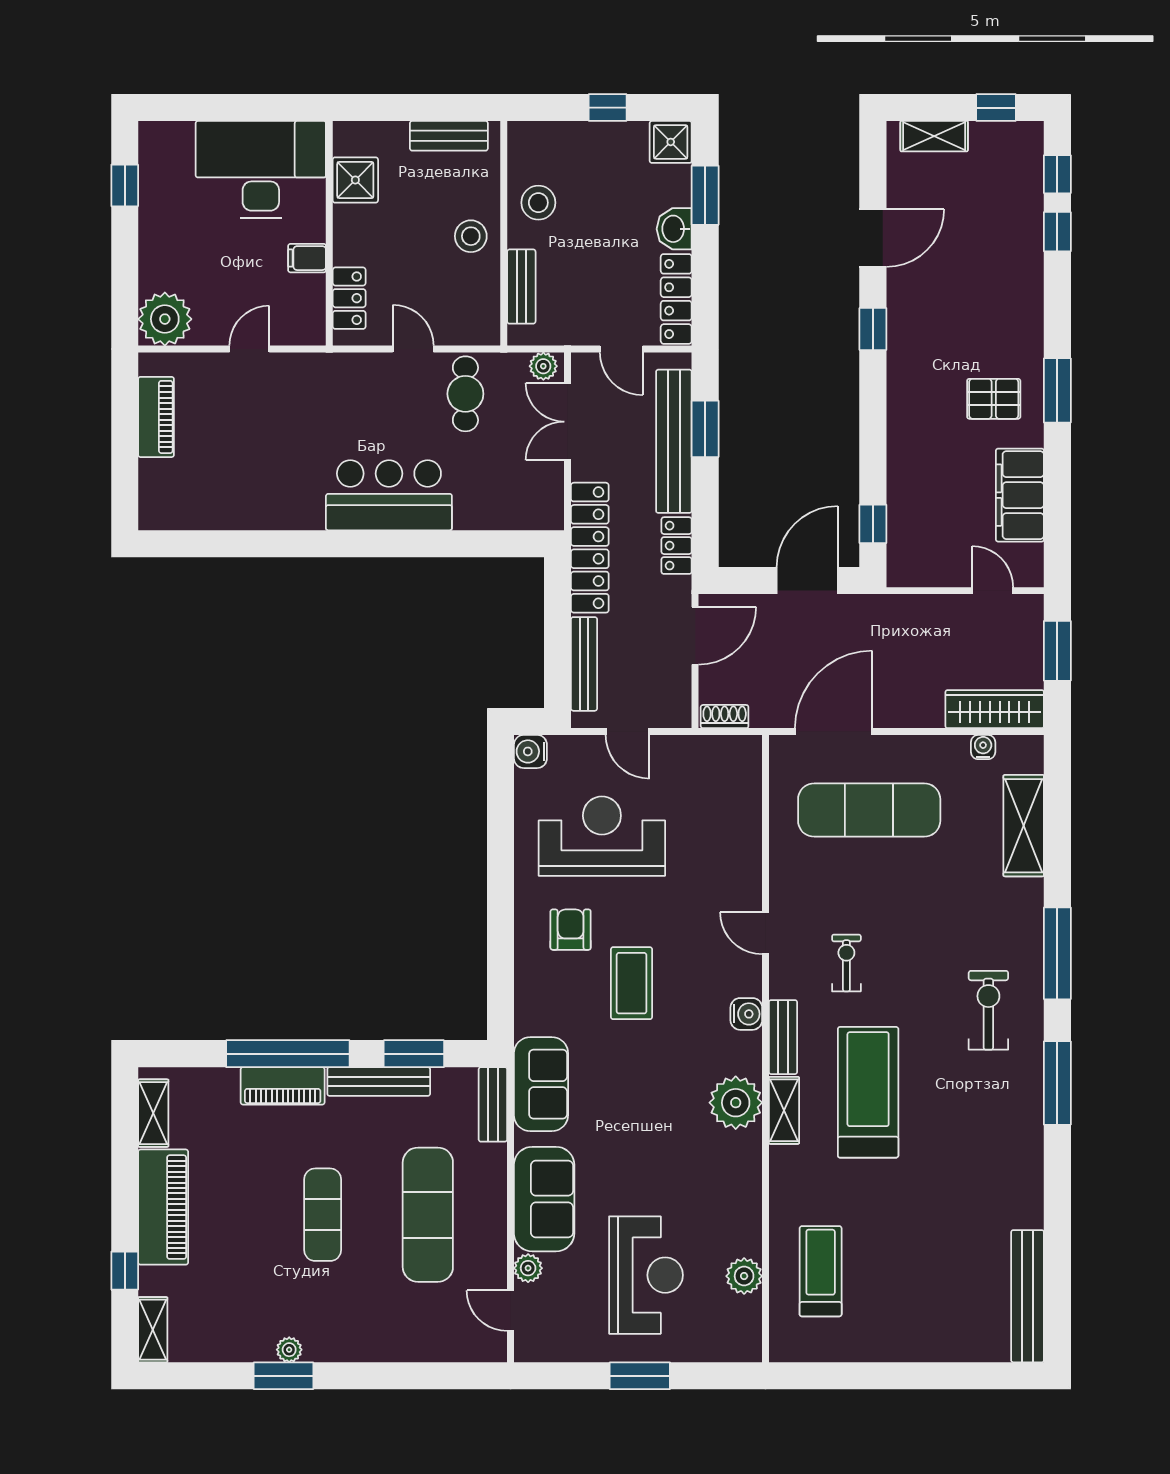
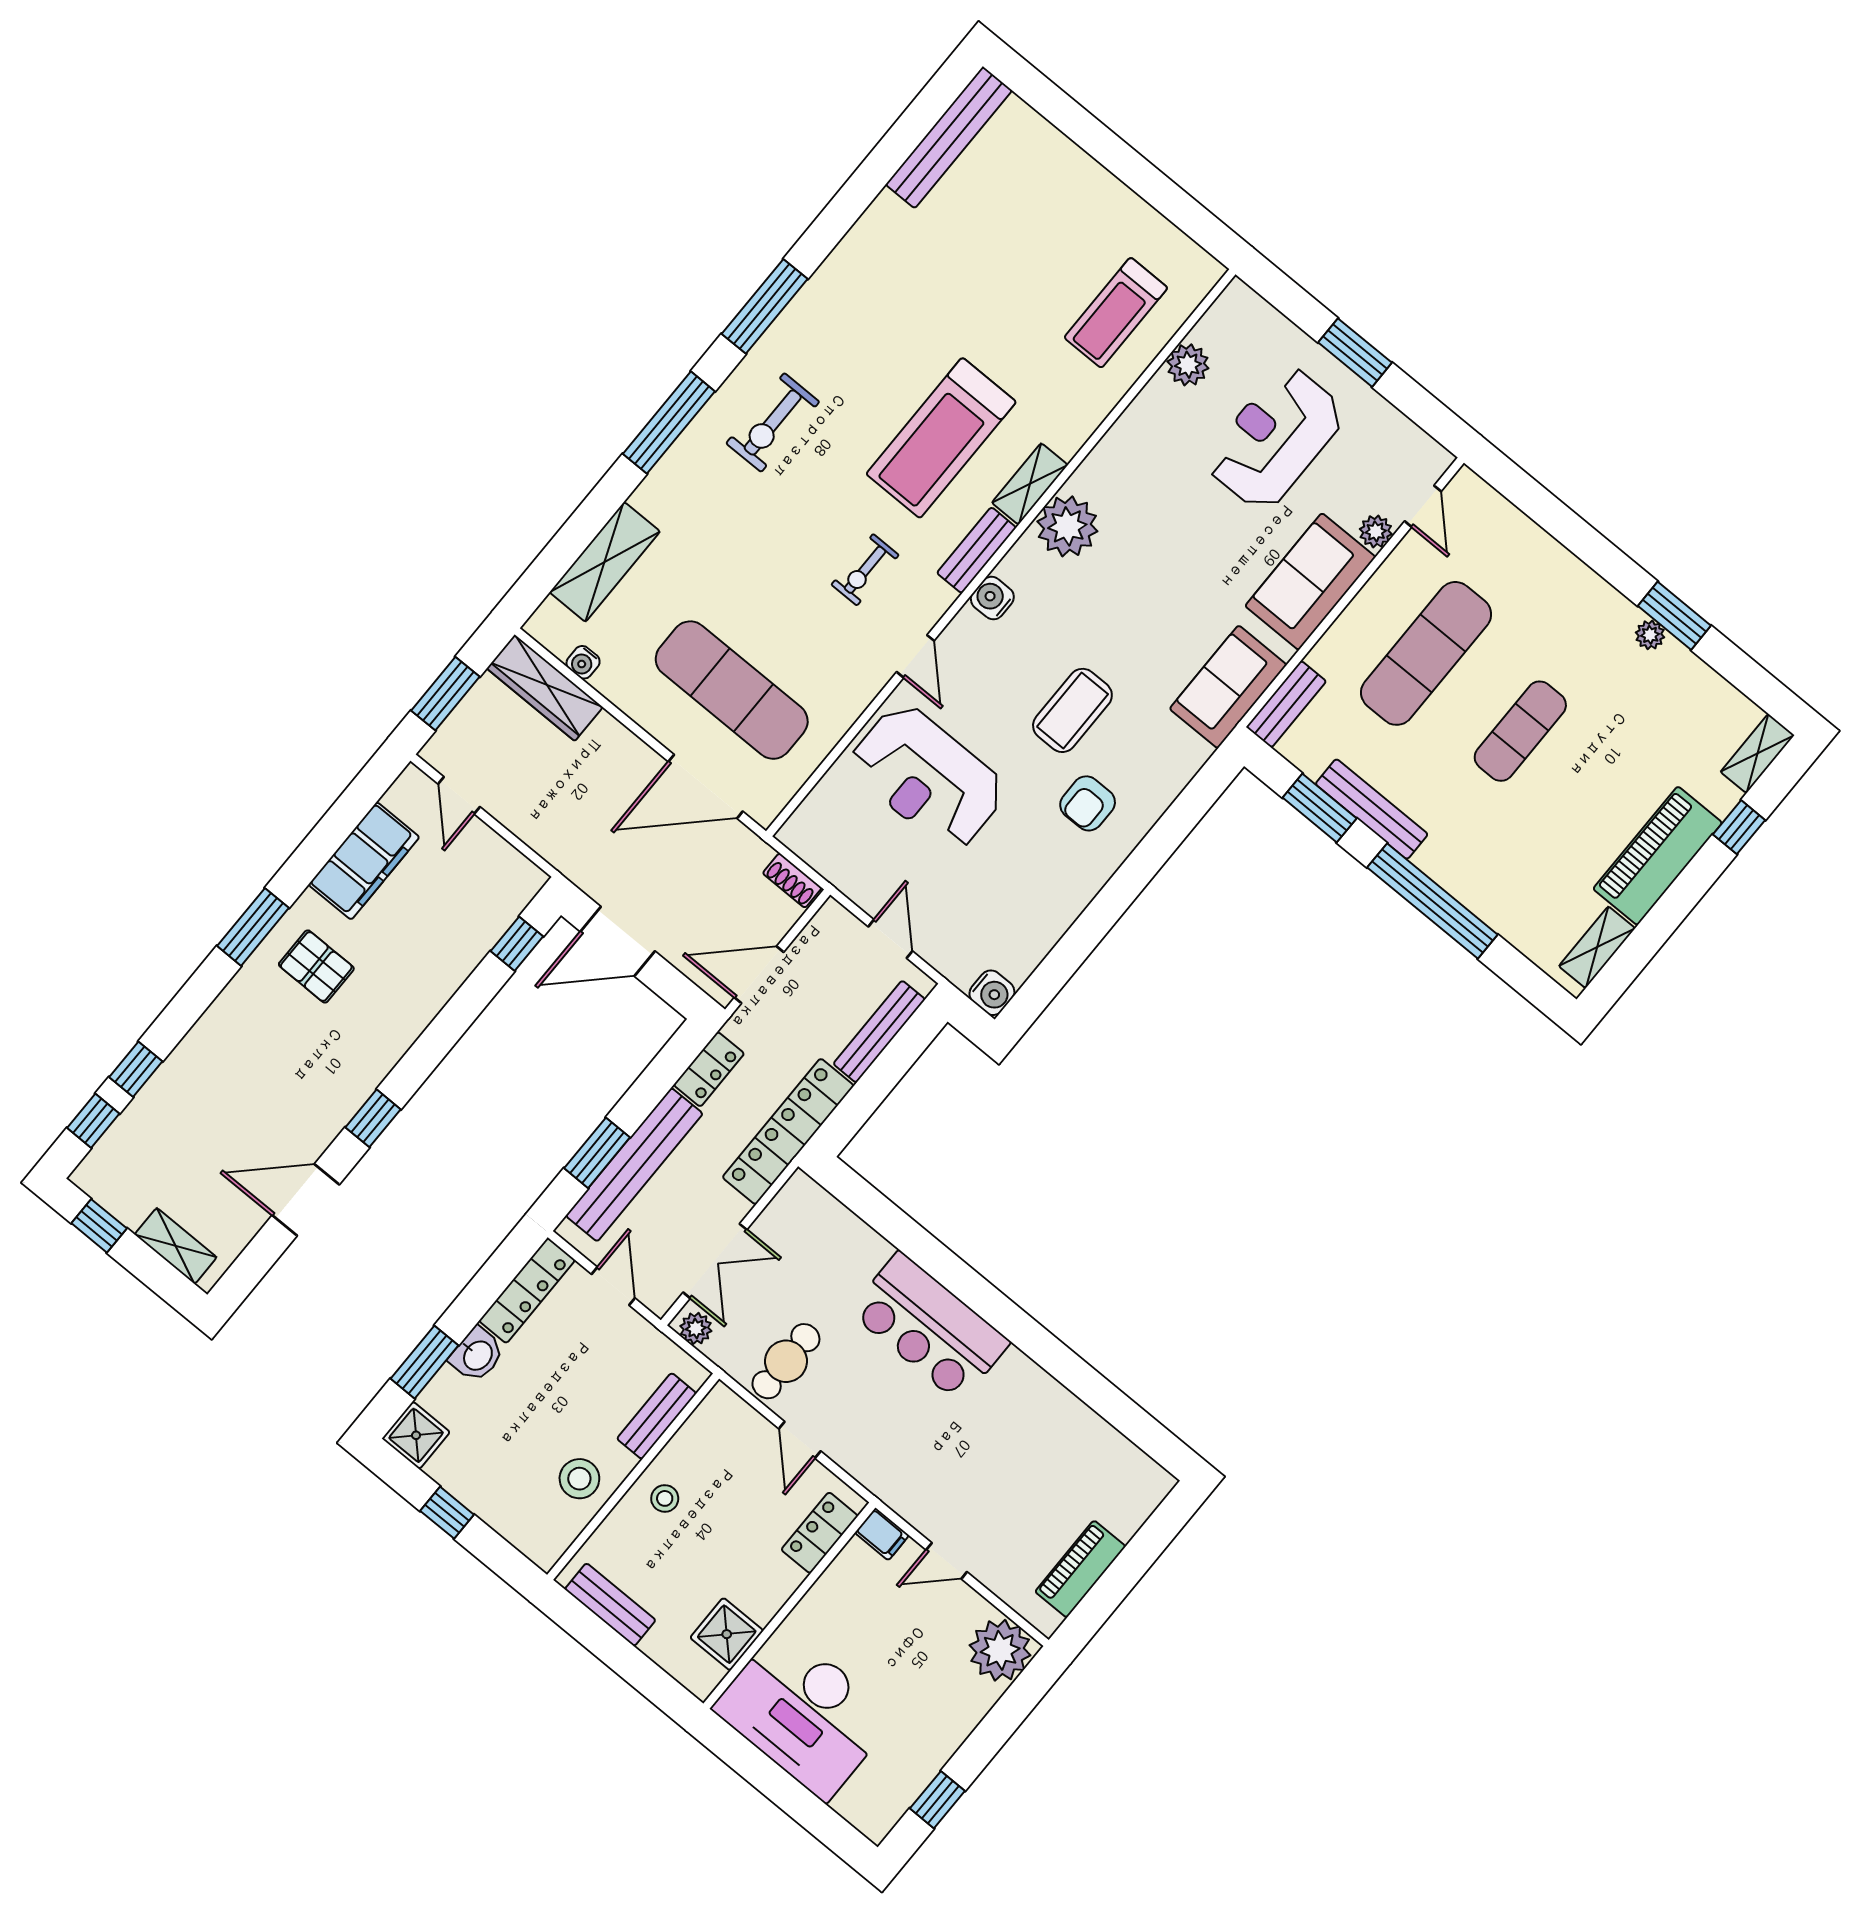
stool: (471, 236) -> (665, 1498), width x0.73, depth x0.73
filing cabinet: (307, 258) -> (882, 1534), moved
reception desk: (602, 836) -> (927, 777), moved
piano: (283, 1086) -> (1461, 876), removed

